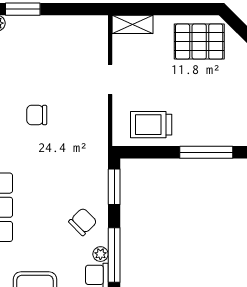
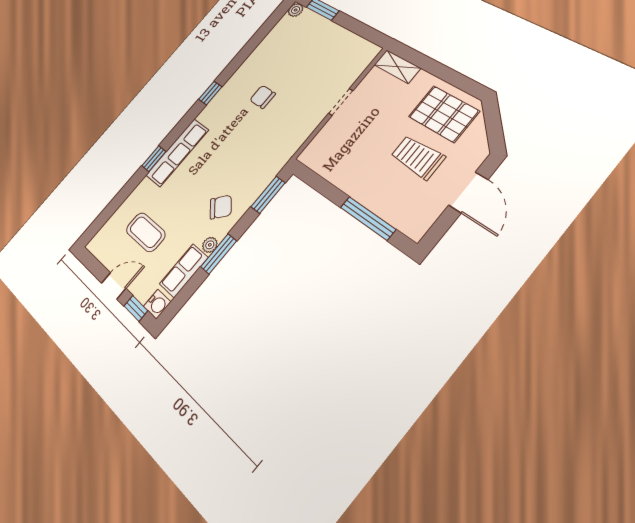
trolley: (151, 125) -> (417, 157), moved
window: (114, 255) -> (219, 254), width x0.69

